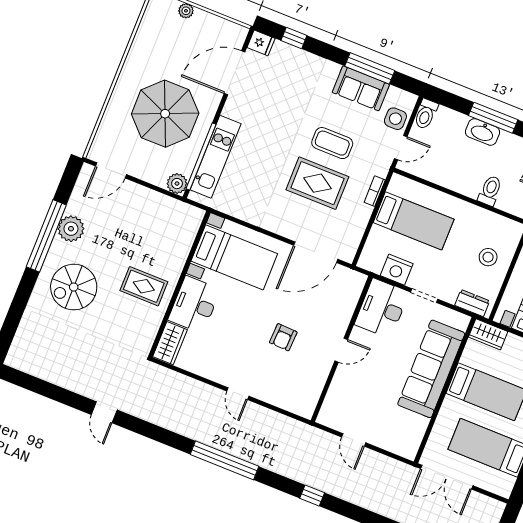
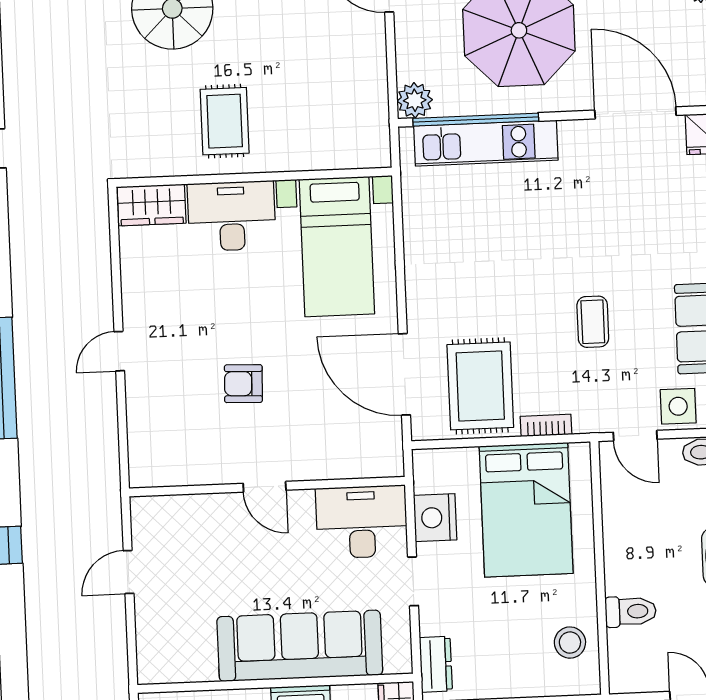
coffee table: (332, 143) -> (593, 322), width x0.73, depth x0.77
rug: (317, 183) -> (480, 386), moved
bed: (414, 221) -> (526, 510), width x1.50
stool: (488, 257) -> (570, 643), moved

